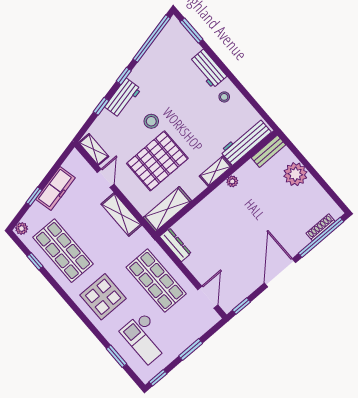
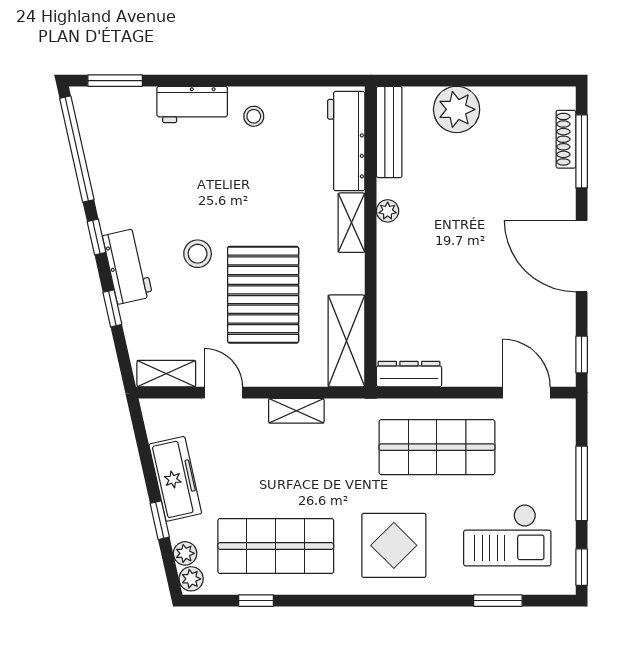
bench: (269, 151) -> (389, 132), width x1.36
shelving: (121, 214) -> (296, 411), width x0.67, depth x0.75
plant: (29, 218) -> (185, 553), added
window: (321, 237) -> (582, 151), width x0.68
window: (191, 349) -> (582, 483), width x1.44

